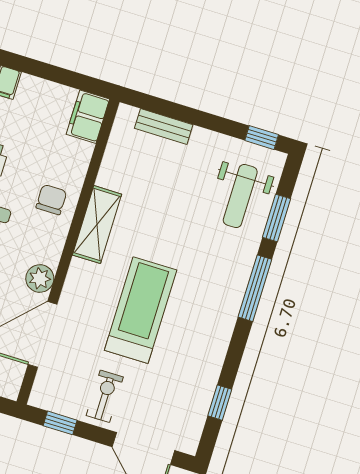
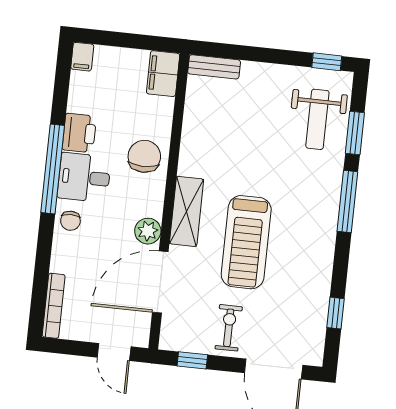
bench: (164, 127) -> (214, 67), moved
chair: (51, 199) -> (144, 156), width x1.37, depth x1.37
shelving: (97, 225) -> (187, 211), moved
treadmill: (141, 310) -> (246, 242), turned 180

